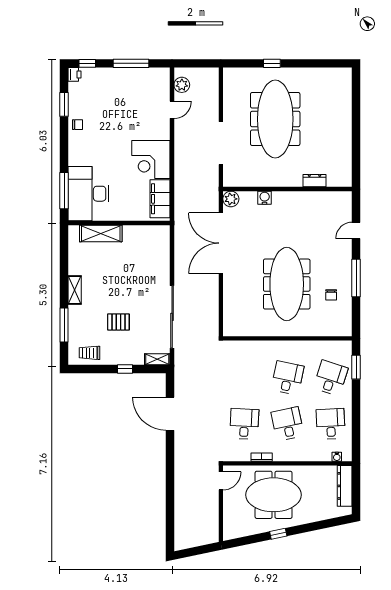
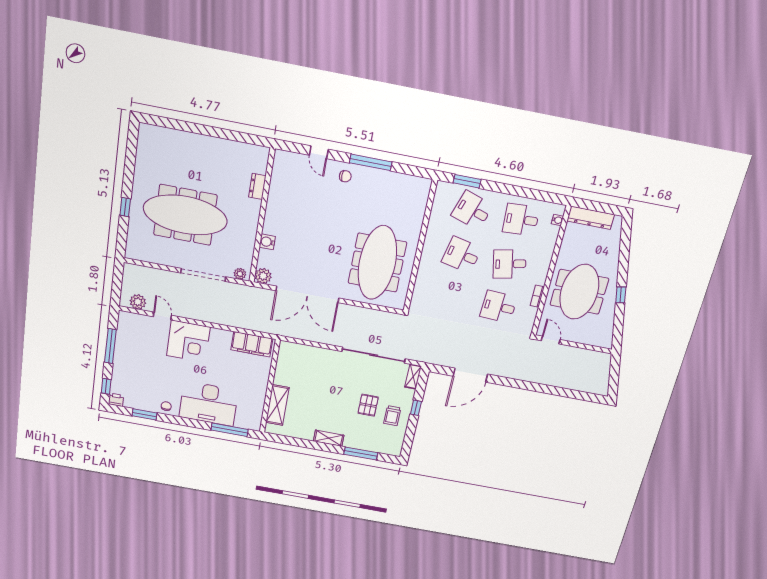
corner desk: (151, 160) -> (188, 341), moved
plant: (229, 177) -> (240, 274), added
desk: (89, 194) -> (209, 404), moved
meeting table: (287, 284) -> (377, 263), moved, turned 90
chair: (331, 295) -> (345, 176), moved
trolley: (89, 353) -> (392, 416), moved

